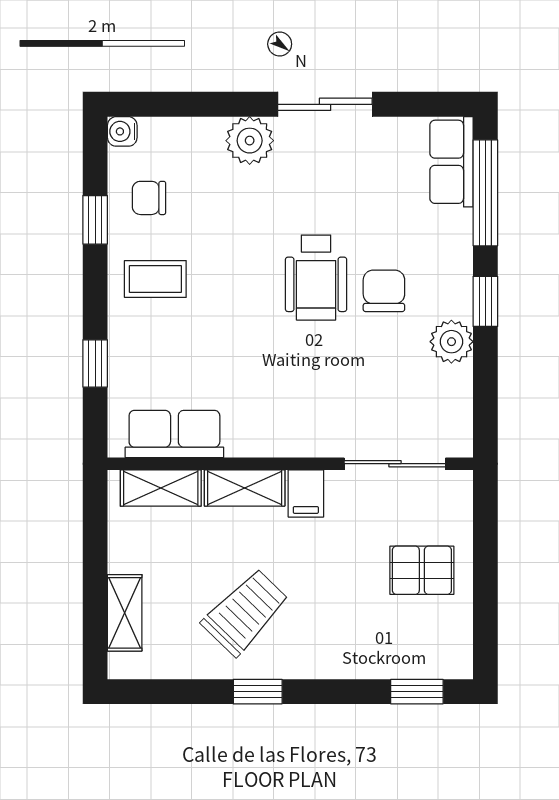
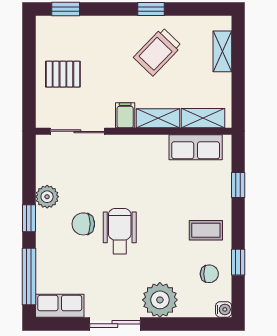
plant: (250, 141) -> (160, 300), width x1.36, depth x1.36
row of seats: (451, 162) -> (60, 306), moved, turned -90
chair: (384, 291) -> (83, 224), turned 90

